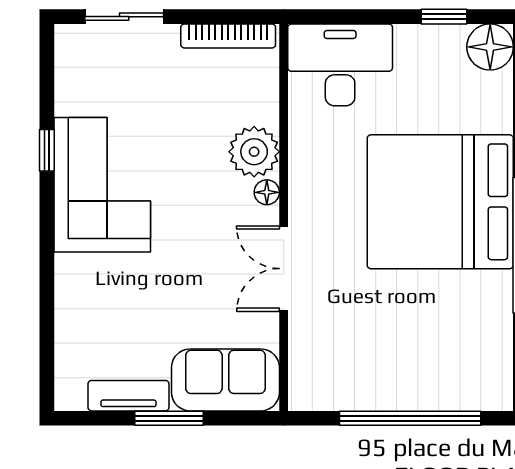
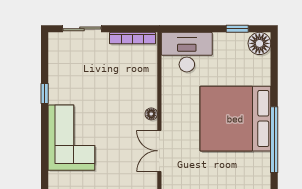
plant: (254, 152) -> (145, 94), removed
corner sofa: (102, 185) -> (71, 138), moved

